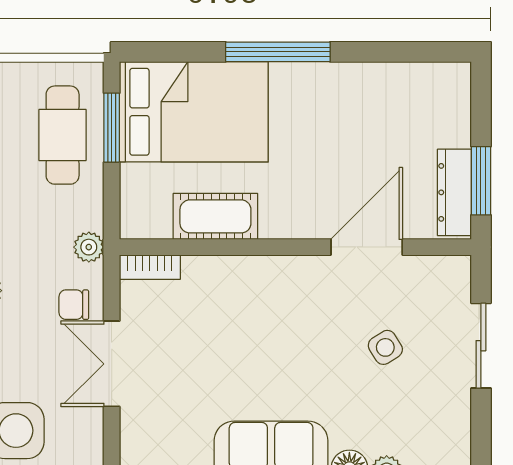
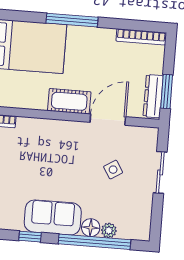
bookcase: (420, 74) -> (141, 37), added
cot: (215, 216) -> (69, 101), moved

